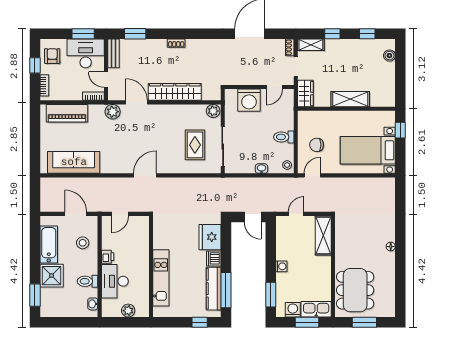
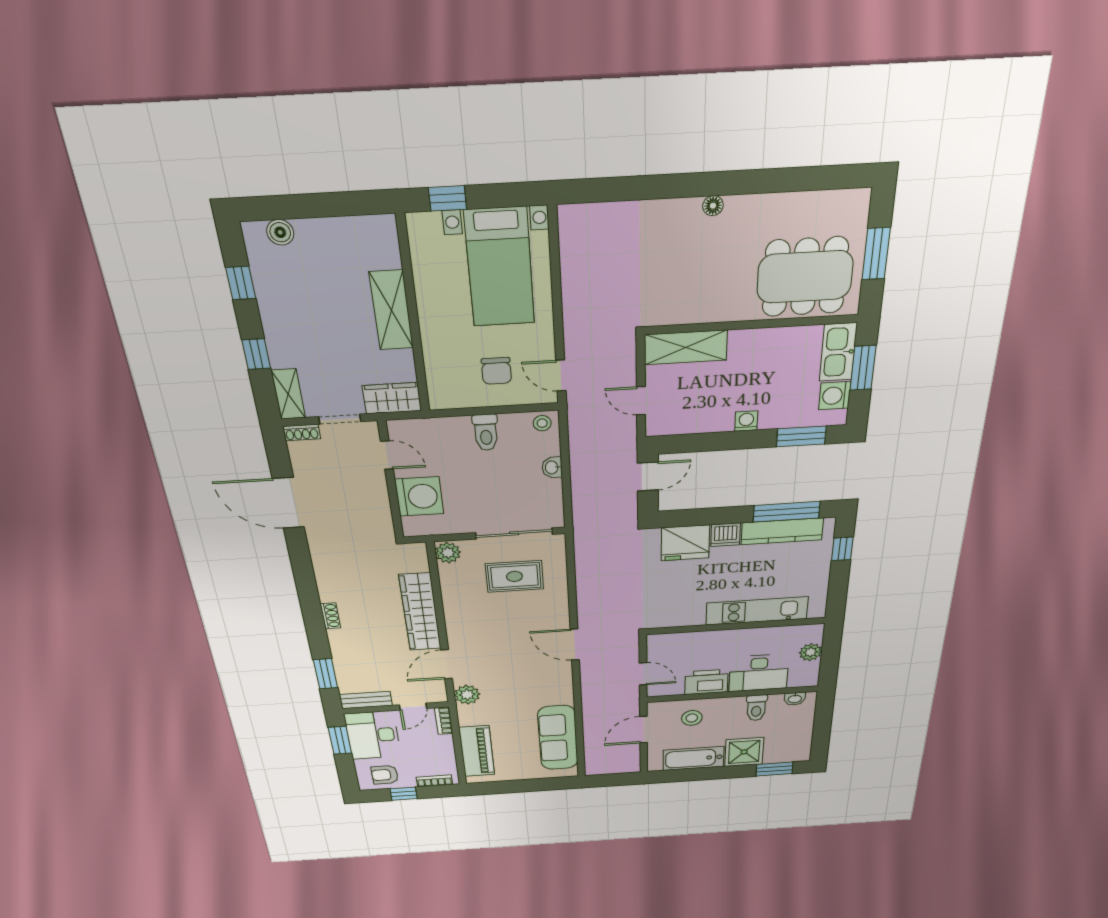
printer: (108, 257) -> (706, 682), width x1.87, depth x1.48

